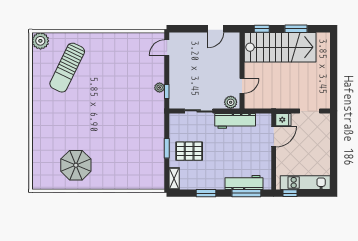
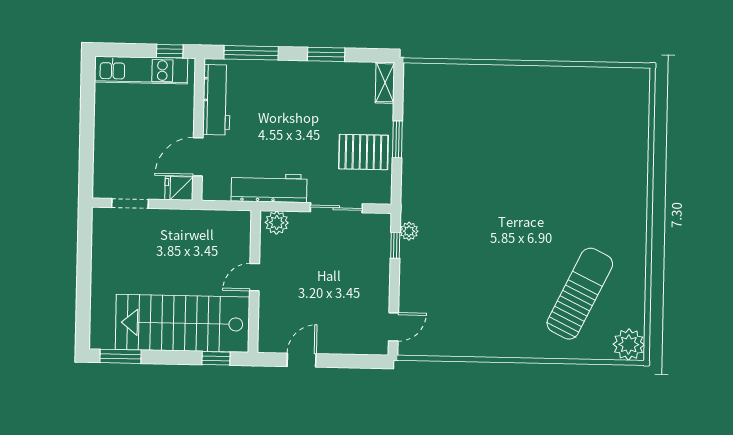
window: (296, 29) -> (121, 356), moved
door: (242, 86) -> (254, 277), moved
plant: (160, 87) -> (409, 231), moved
pallet: (189, 151) -> (363, 152), moved
parasol: (76, 165) -> (567, 111), removed
workbench: (244, 183) -> (217, 100), moved, turned -90

